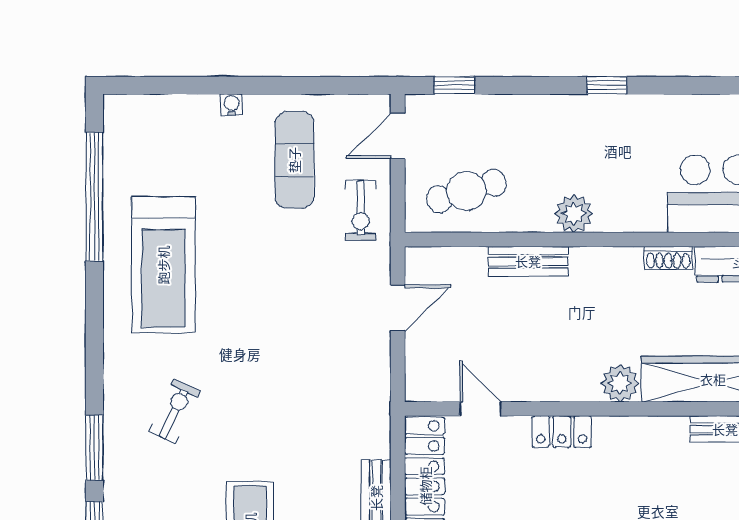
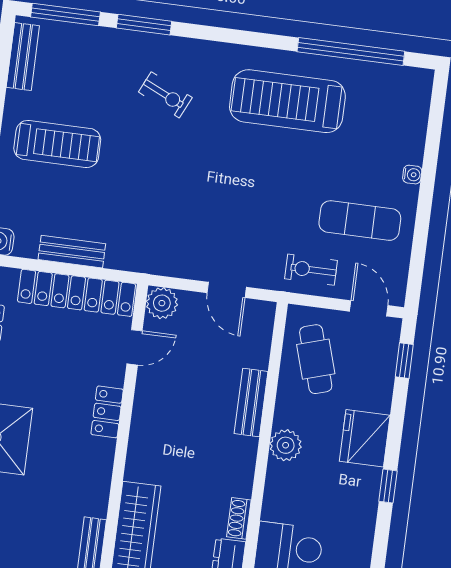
fridge: (553, 120) -> (365, 438), added
plant: (620, 383) -> (162, 303), moved

